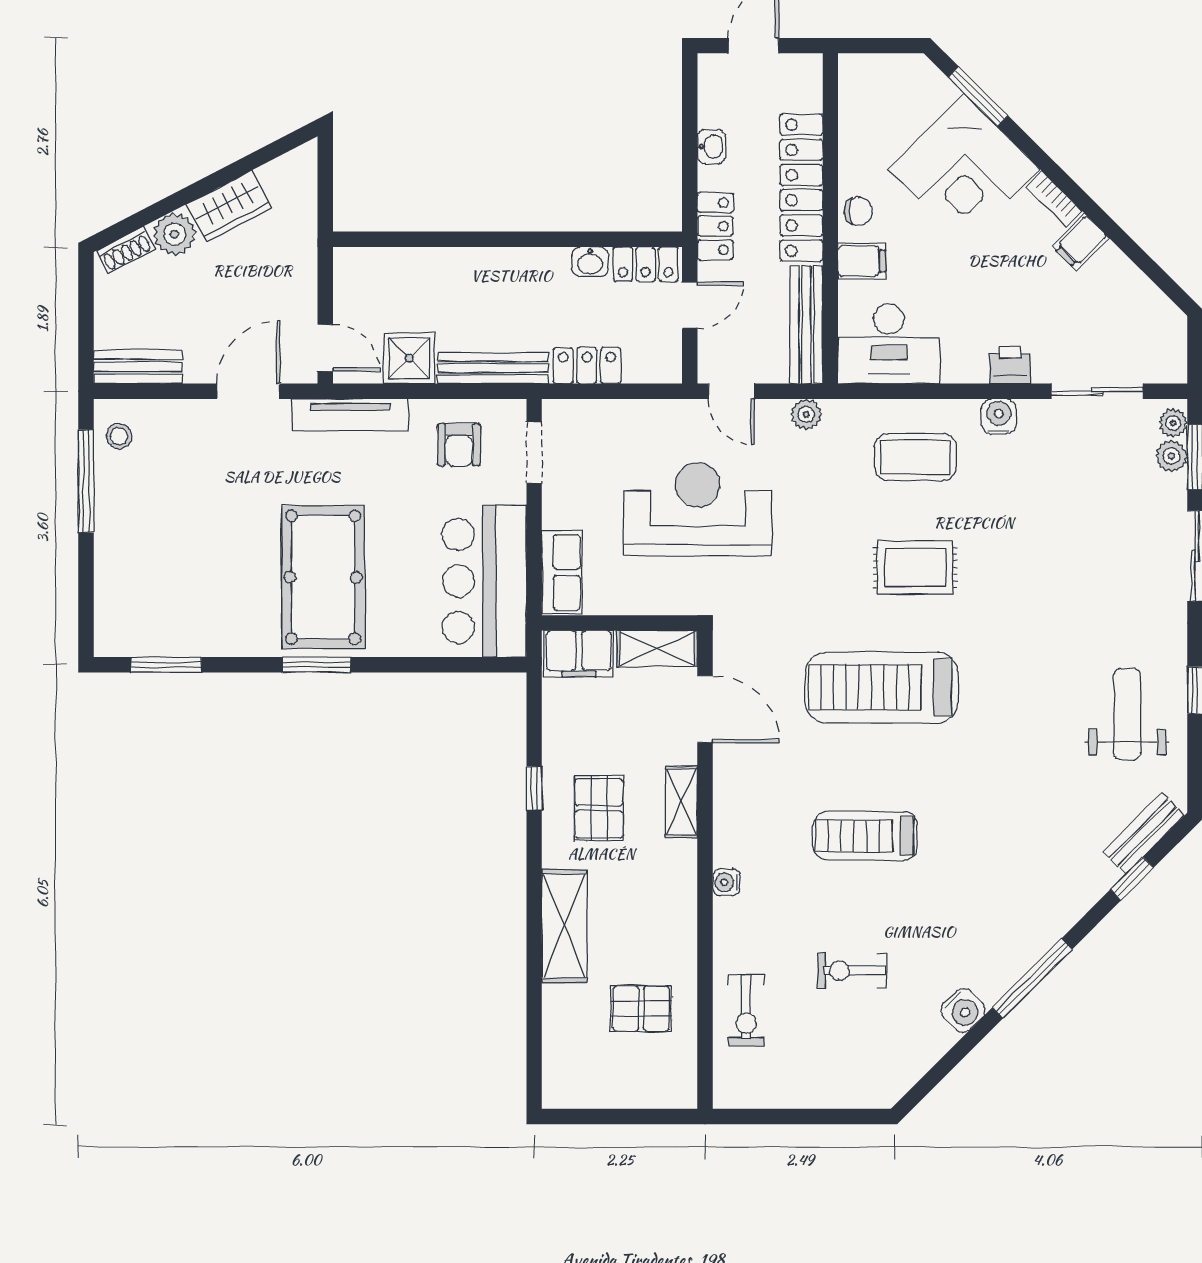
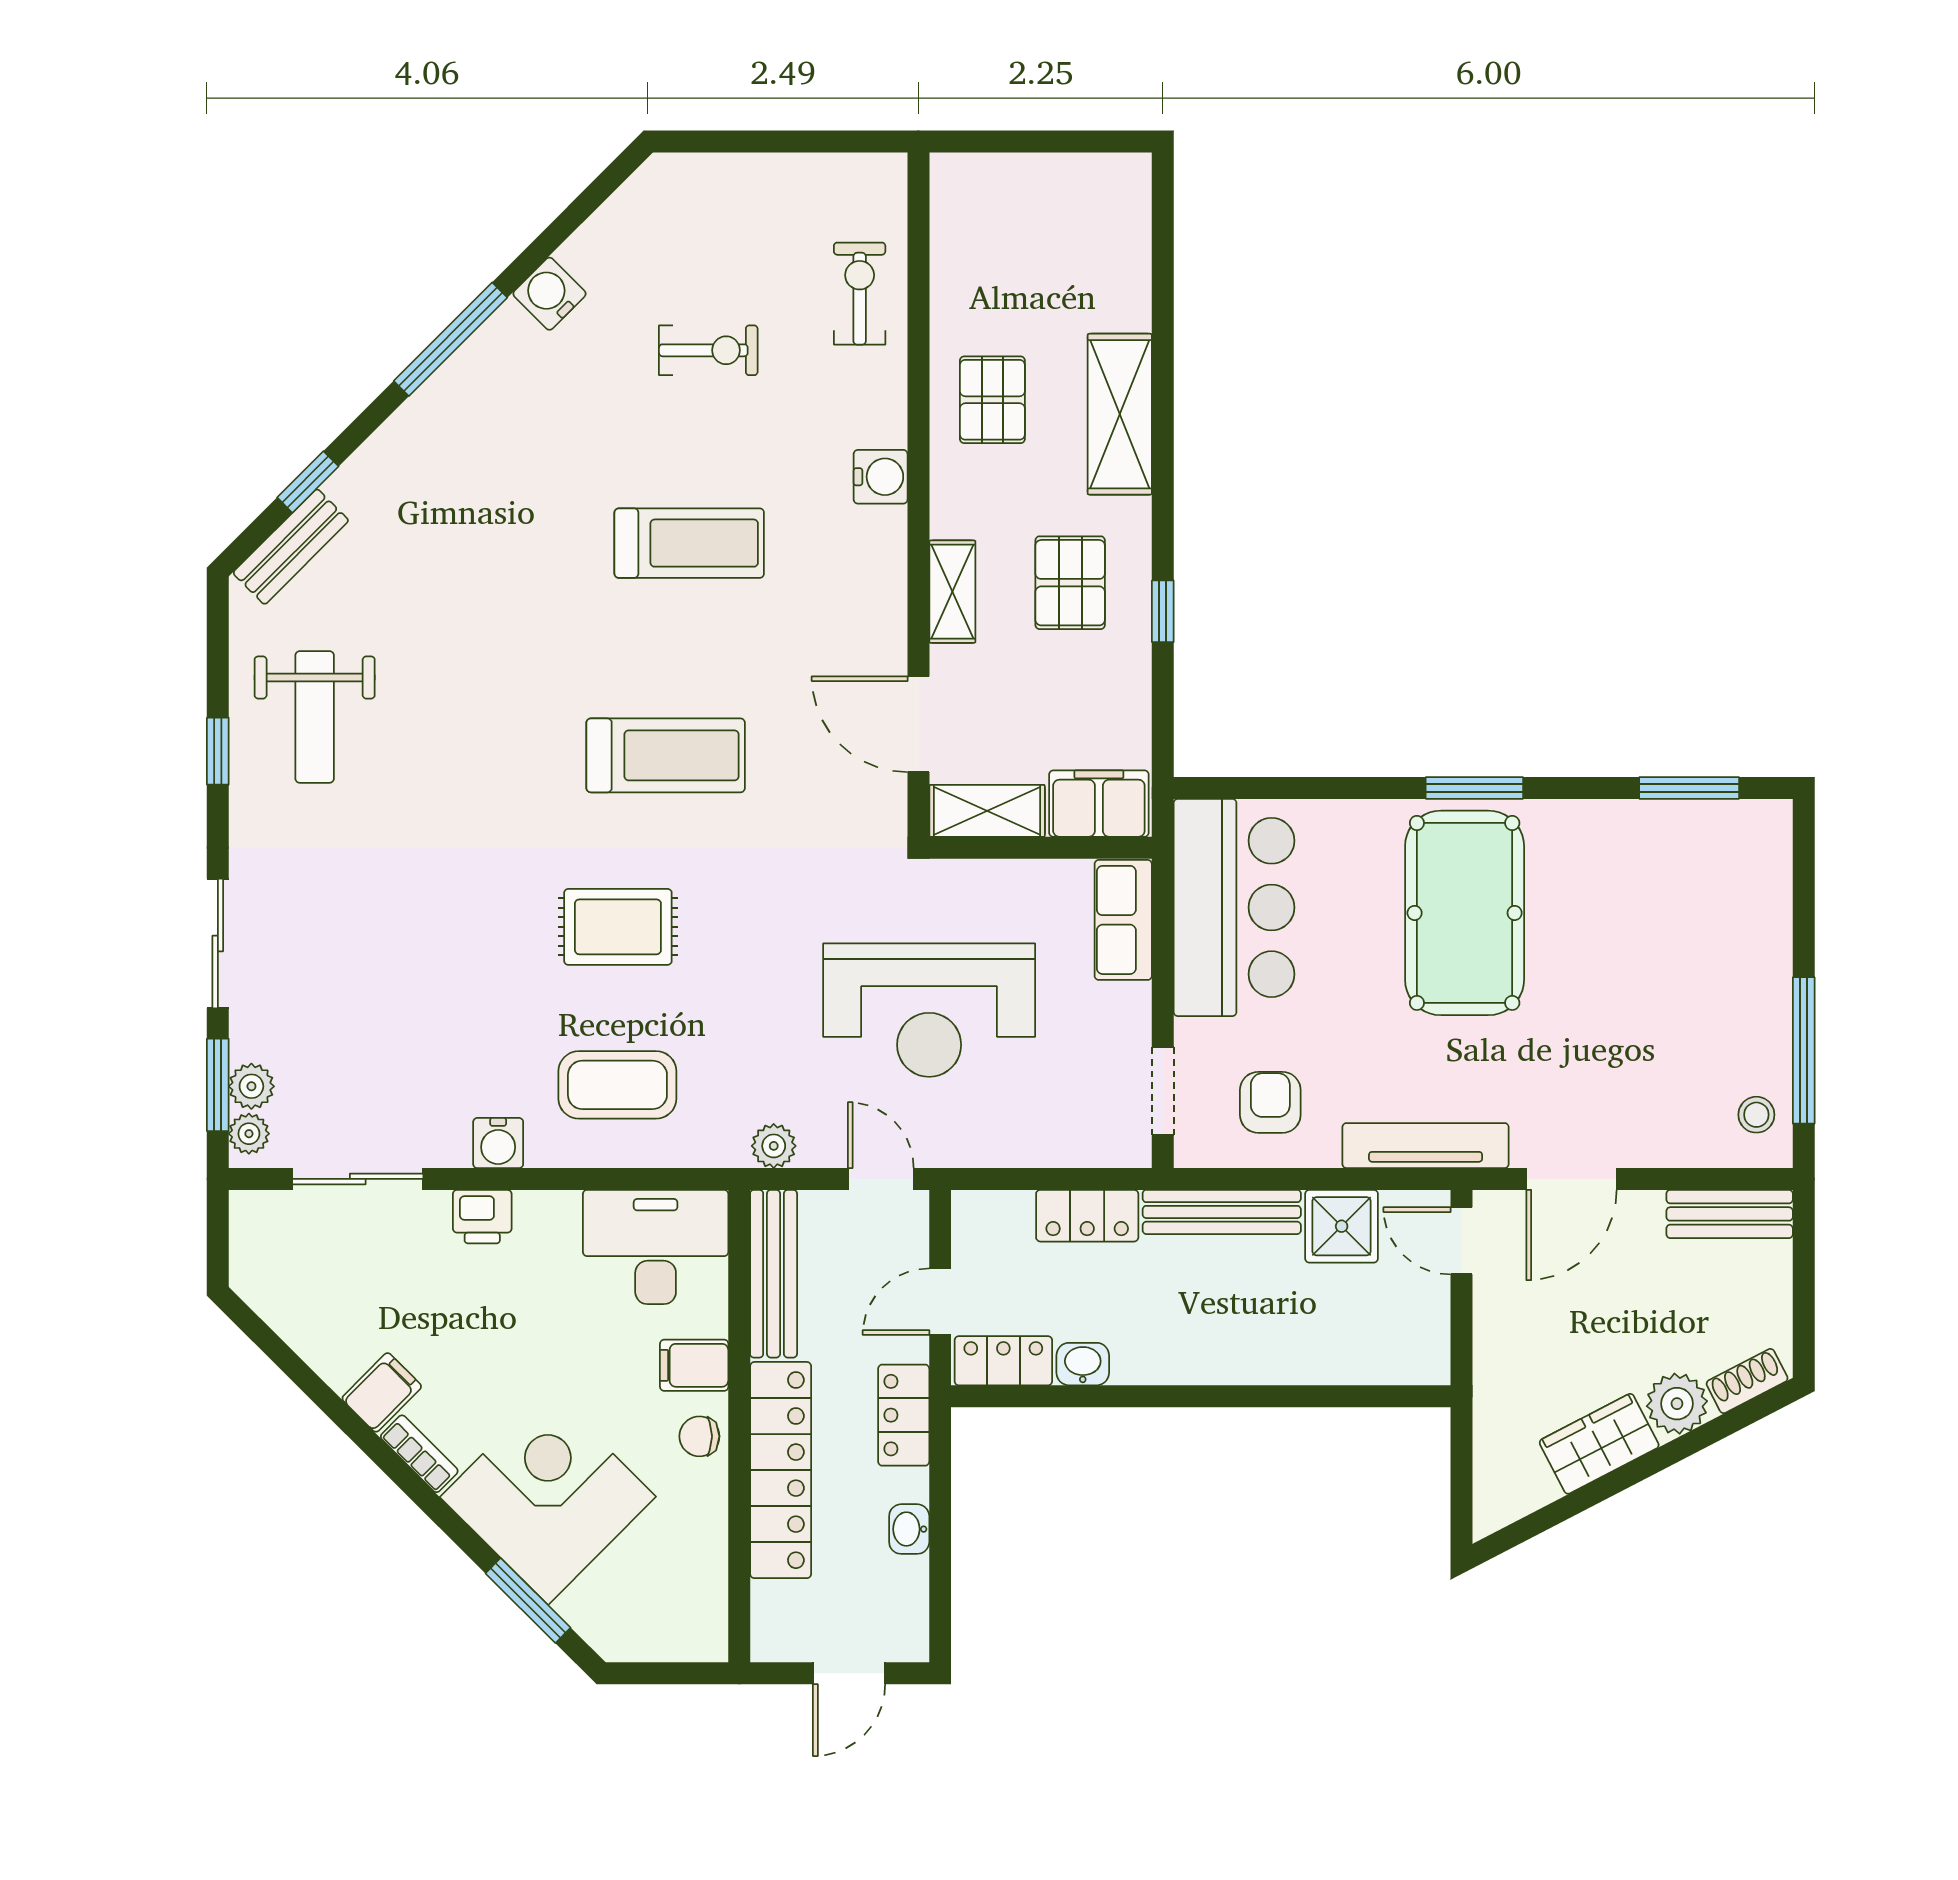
treadmill: (882, 687) -> (666, 755), width x0.73, depth x0.73
water cooler: (726, 882) -> (881, 477), width x1.38, depth x1.38
pallet: (641, 1008) -> (992, 400), moved, turned 90

